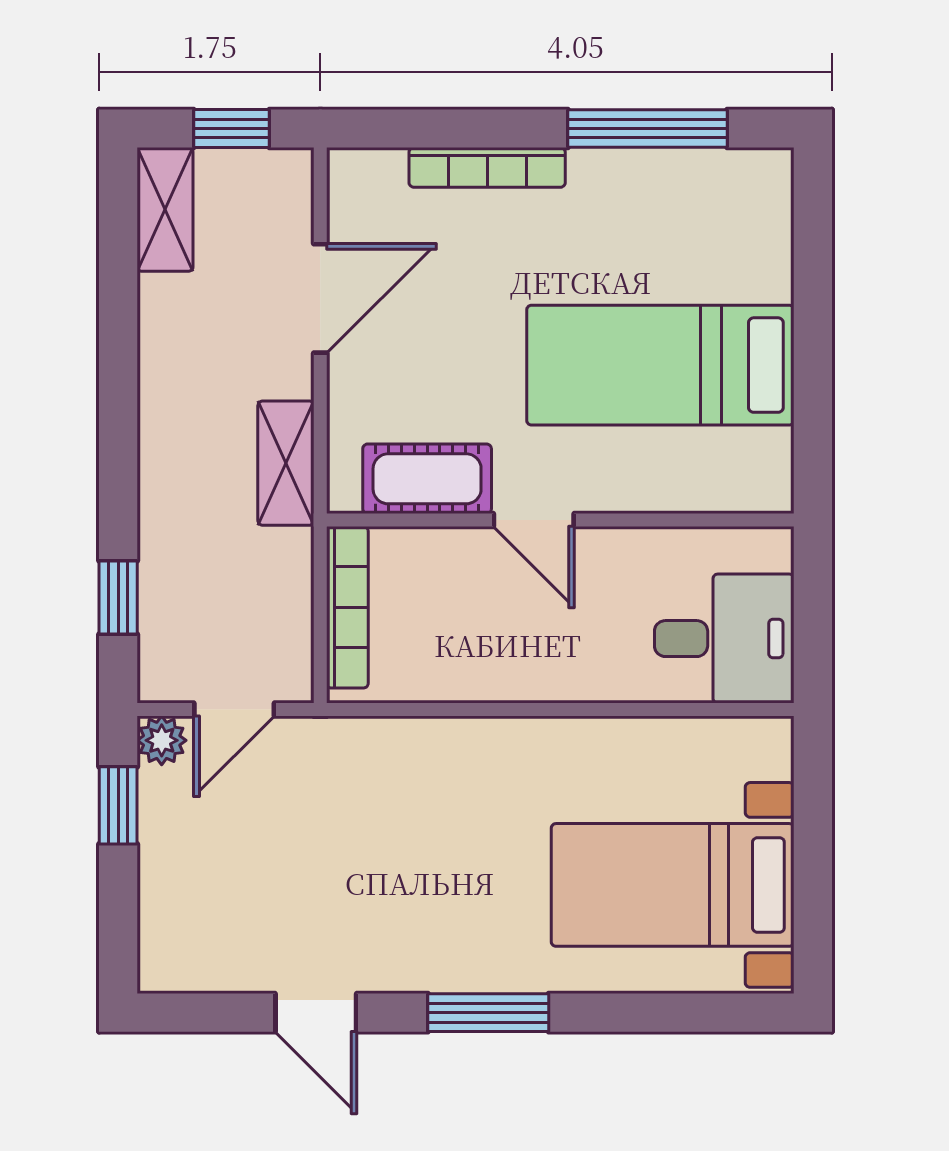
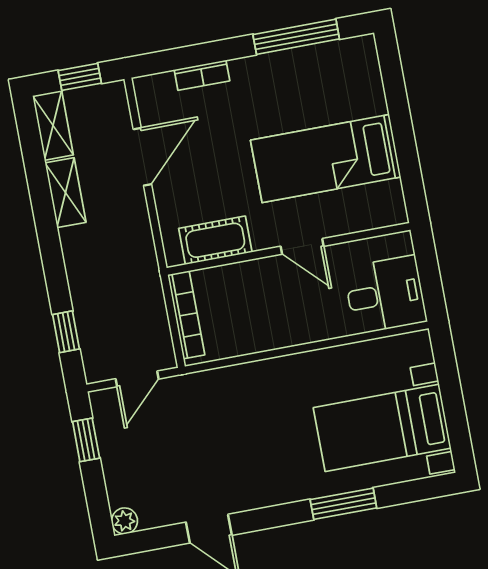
bookcase: (487, 167) -> (202, 75), width x0.64
shelving: (286, 463) -> (66, 193), moved
door: (534, 520) -> (302, 246), moved
plant: (162, 740) -> (124, 521), moved
window: (488, 1013) -> (343, 504), moved

